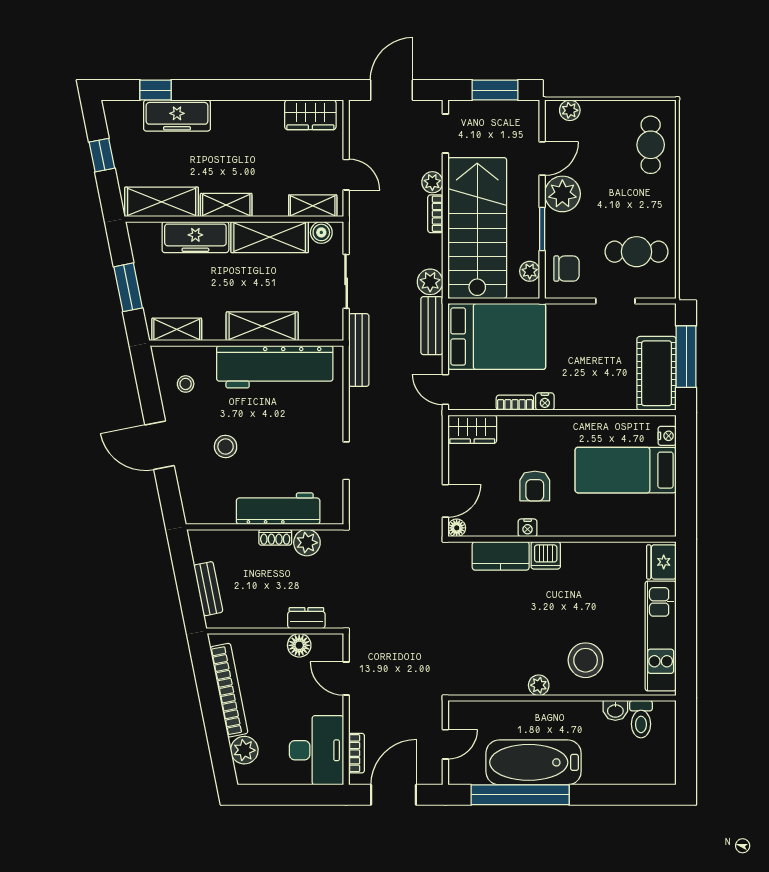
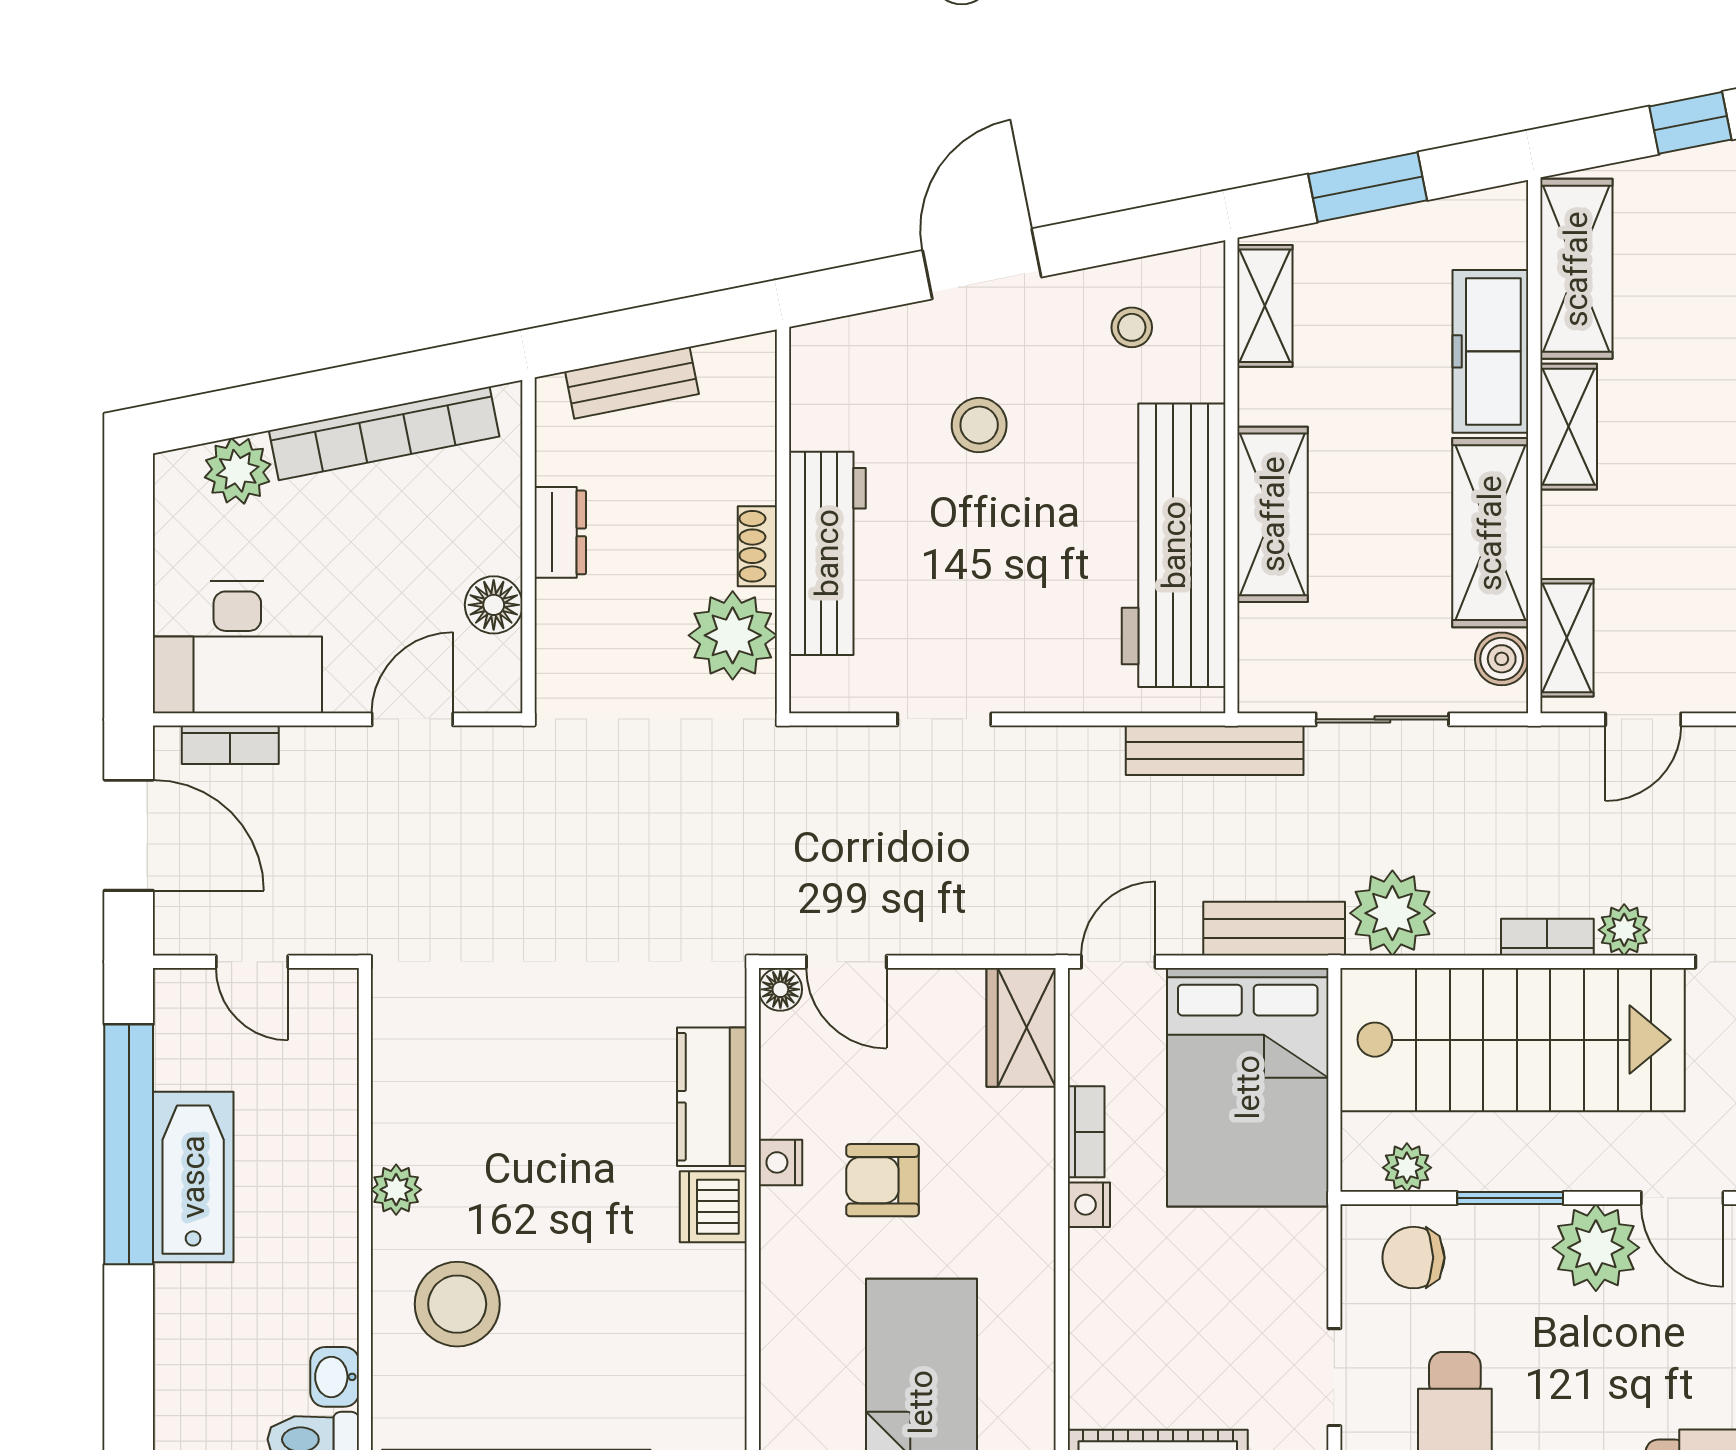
chair: (567, 269) -> (1413, 1258), turned 90
plant: (430, 282) -> (1392, 913), width x1.36, depth x1.36
plant: (307, 543) -> (733, 635), width x1.36, depth x1.36
dresser: (306, 618) -> (560, 532), moved
bathtub: (534, 762) -> (193, 1177), width x0.73, depth x0.73

